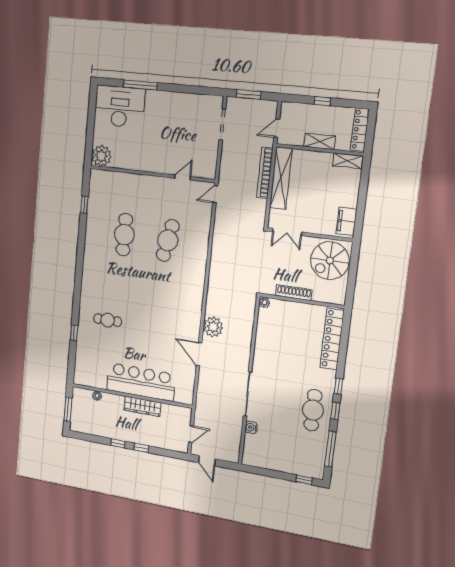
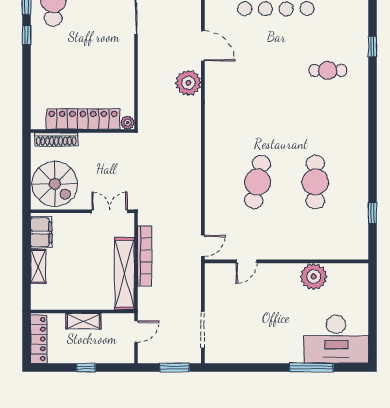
plant: (101, 156) -> (314, 276), moved
shelving: (348, 161) -> (38, 266), moved, turned 90
bookcase: (265, 173) -> (144, 256), moved
spiral stairs: (330, 261) -> (55, 184), turned 90
shoe rack: (294, 293) -> (56, 139), moved
locker: (332, 339) -> (83, 119), moved, turned -90

